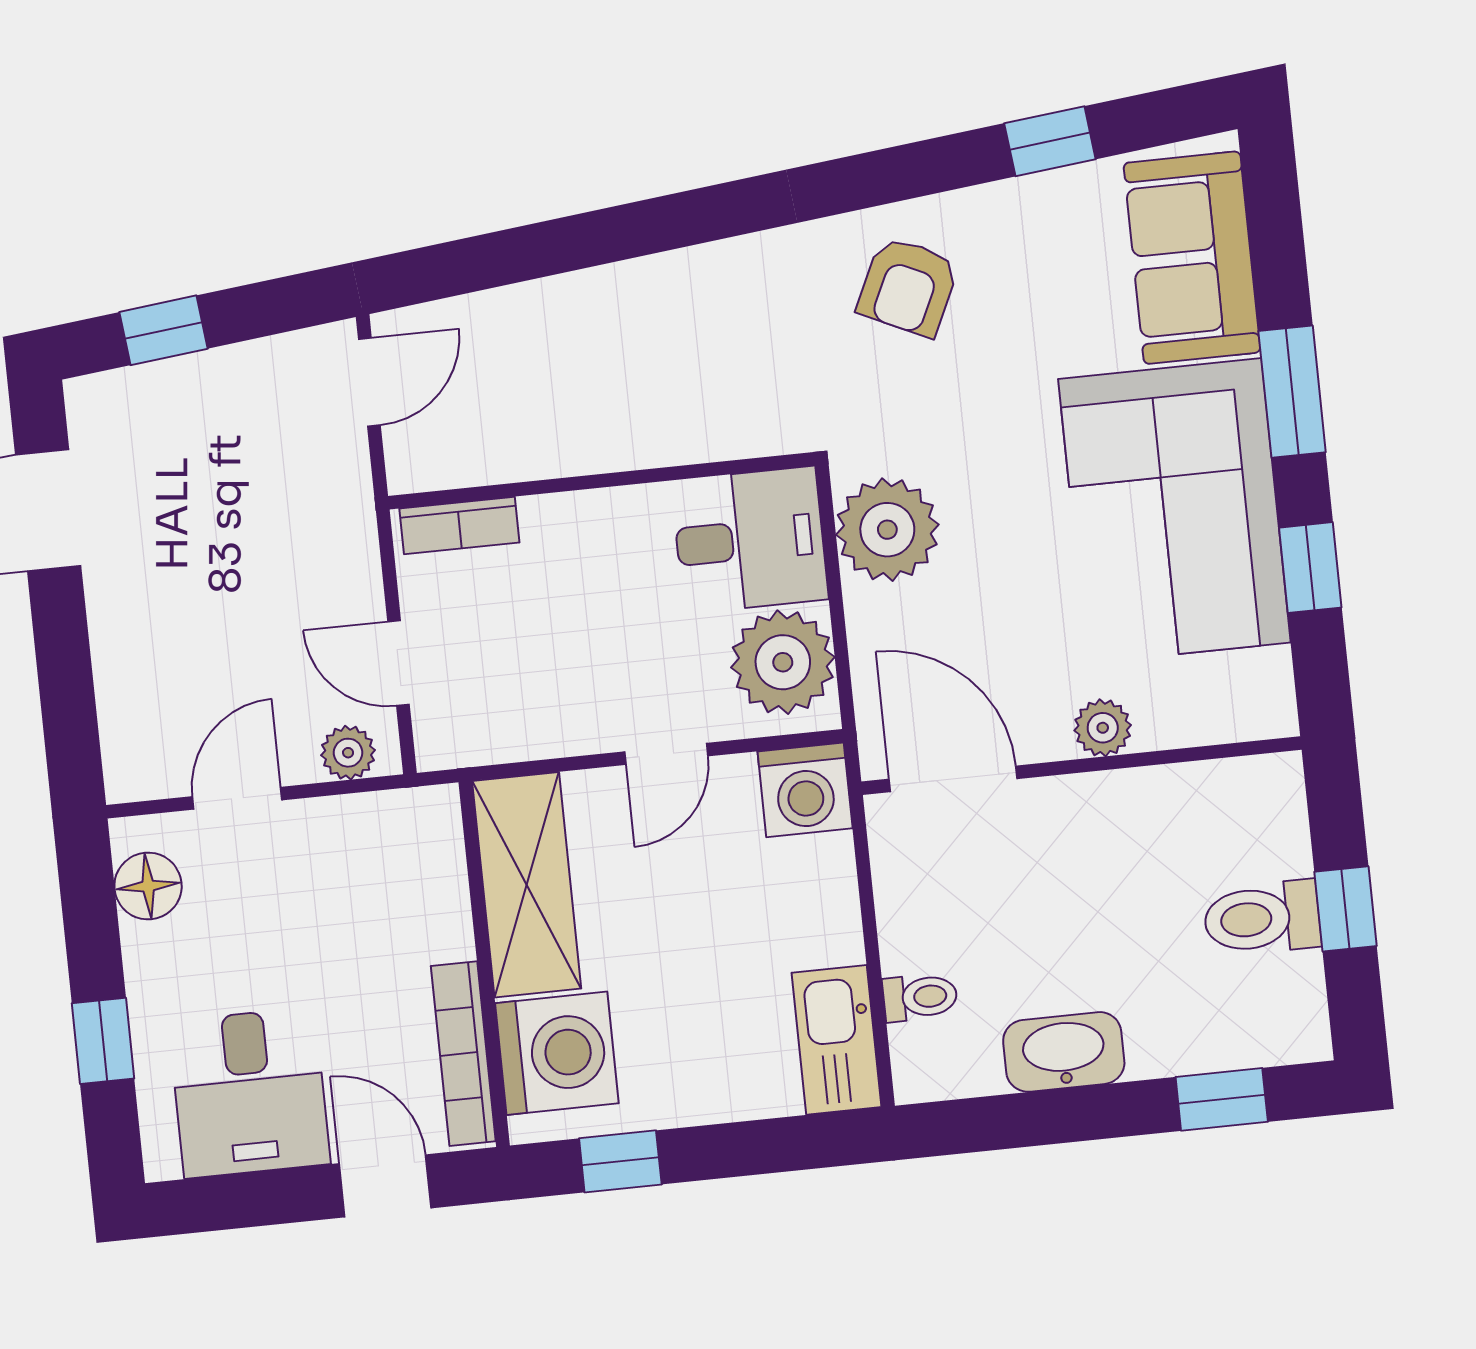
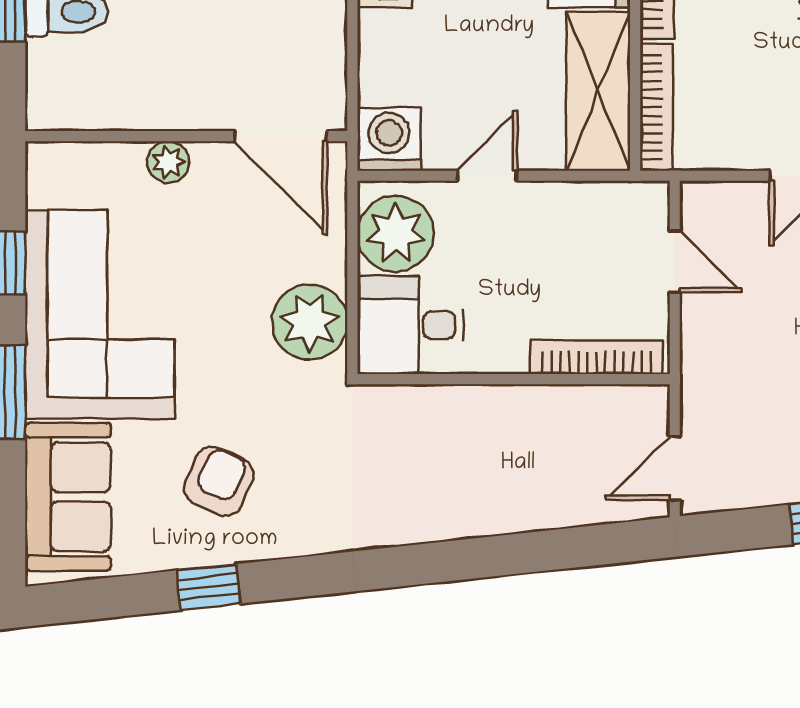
window: (1050, 141) -> (209, 587), moved
armchair: (908, 287) -> (219, 481), moved
bookcase: (459, 525) -> (596, 357), width x1.56
plant: (348, 753) -> (718, 201), removed
bookcase: (445, 871) -> (656, 107), added

